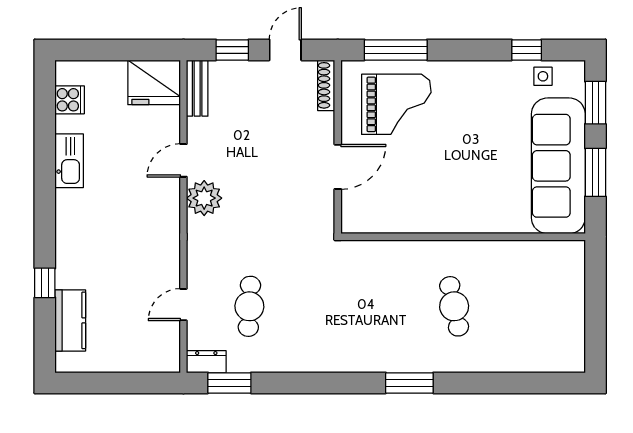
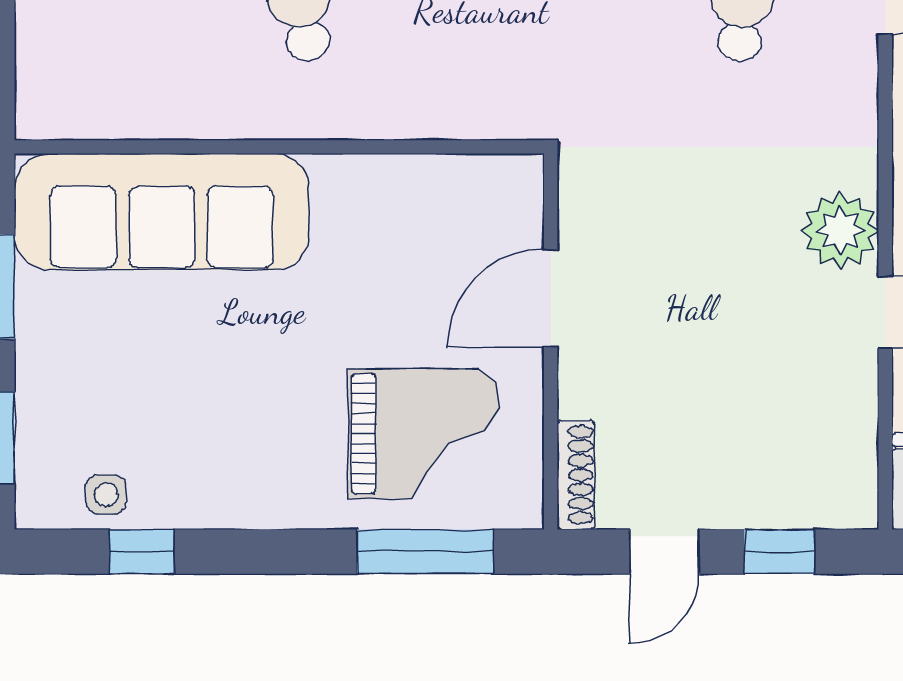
bench: (197, 88) -> (855, 469), removed
grand piano: (396, 104) -> (424, 434), turned 180
sofa: (558, 166) -> (162, 212), moved, turned 90

